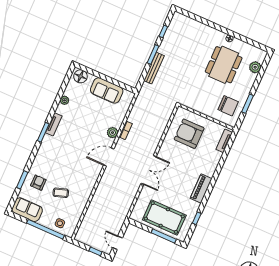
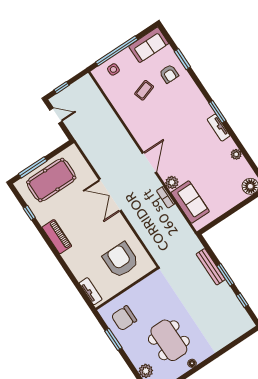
sofa: (107, 90) -> (190, 202), moved, turned 90
armchair: (189, 134) -> (121, 260), turned -90

